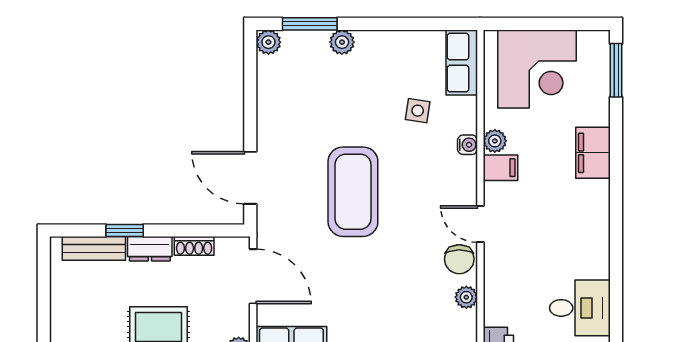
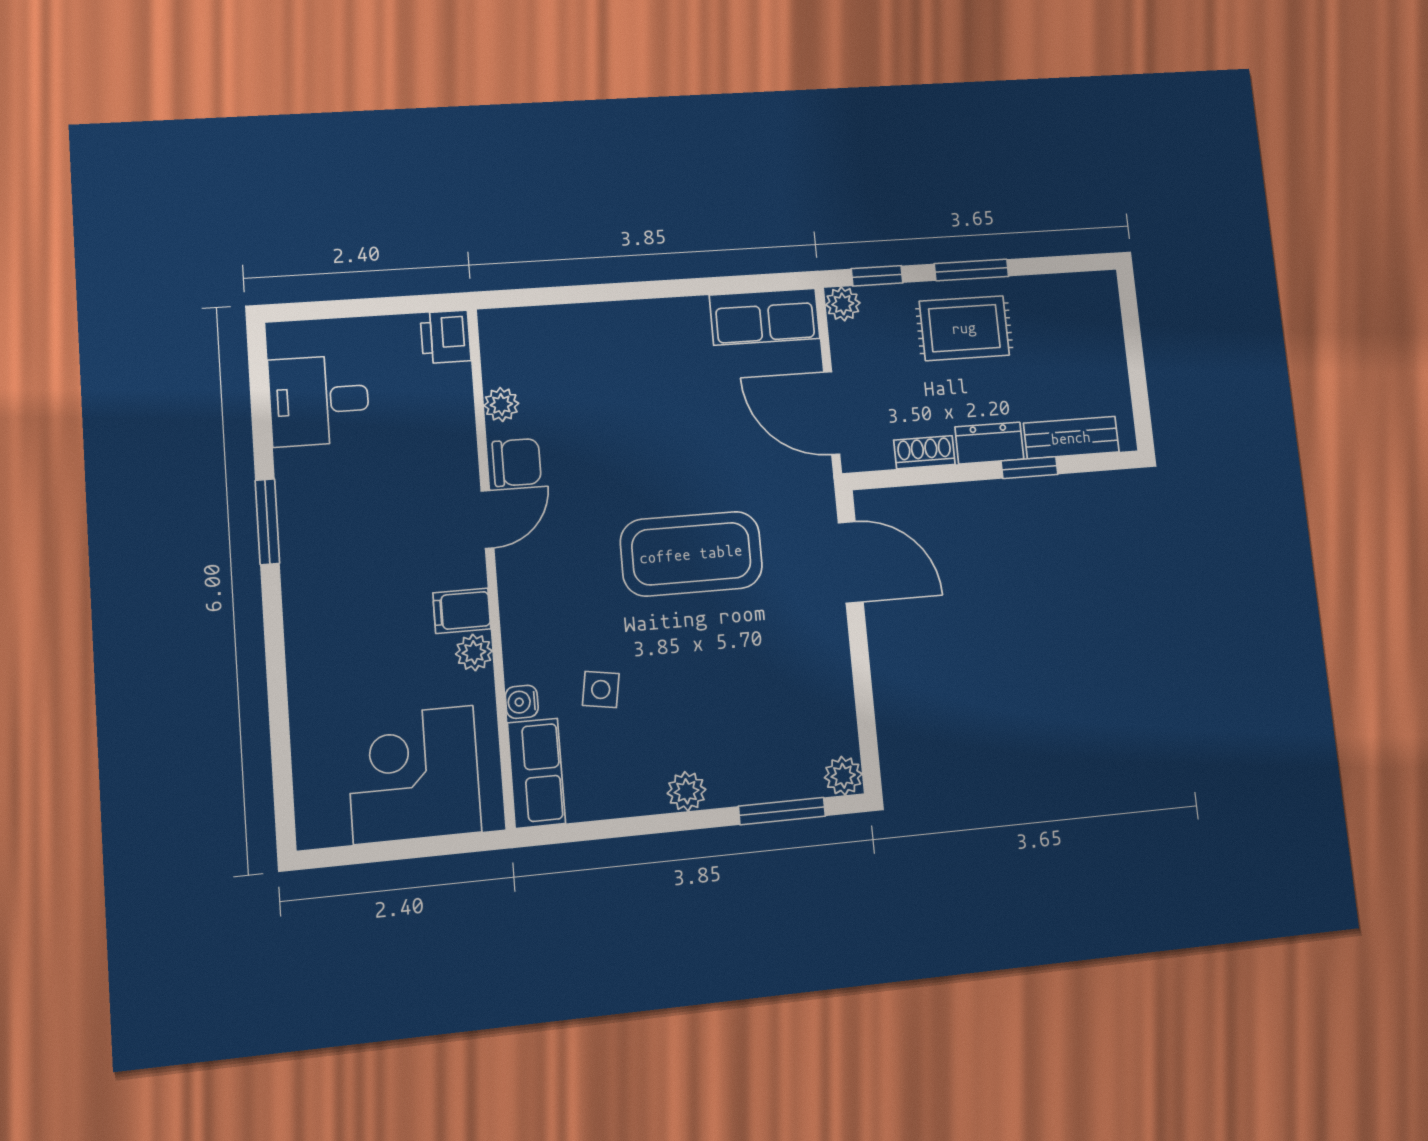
plant: (342, 42) -> (687, 791), moved
window: (616, 70) -> (267, 522), moved
water cooler: (467, 145) -> (522, 702), moved
filing cabinet: (593, 153) -> (313, 647), removed
coffee table: (353, 192) -> (691, 554), turned 90
door: (480, 224) -> (488, 519), hinge flipped
chair: (459, 259) -> (517, 462), turned 90

